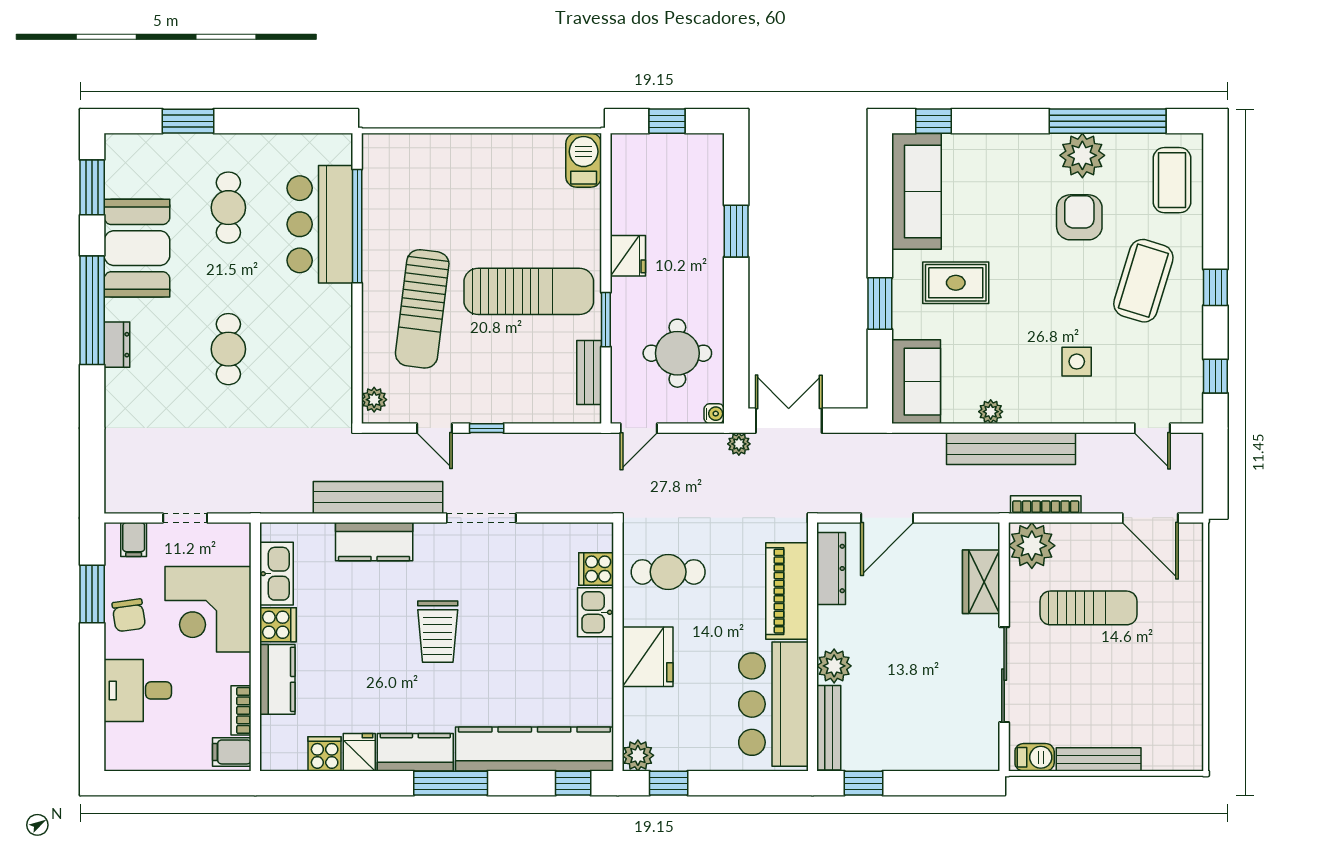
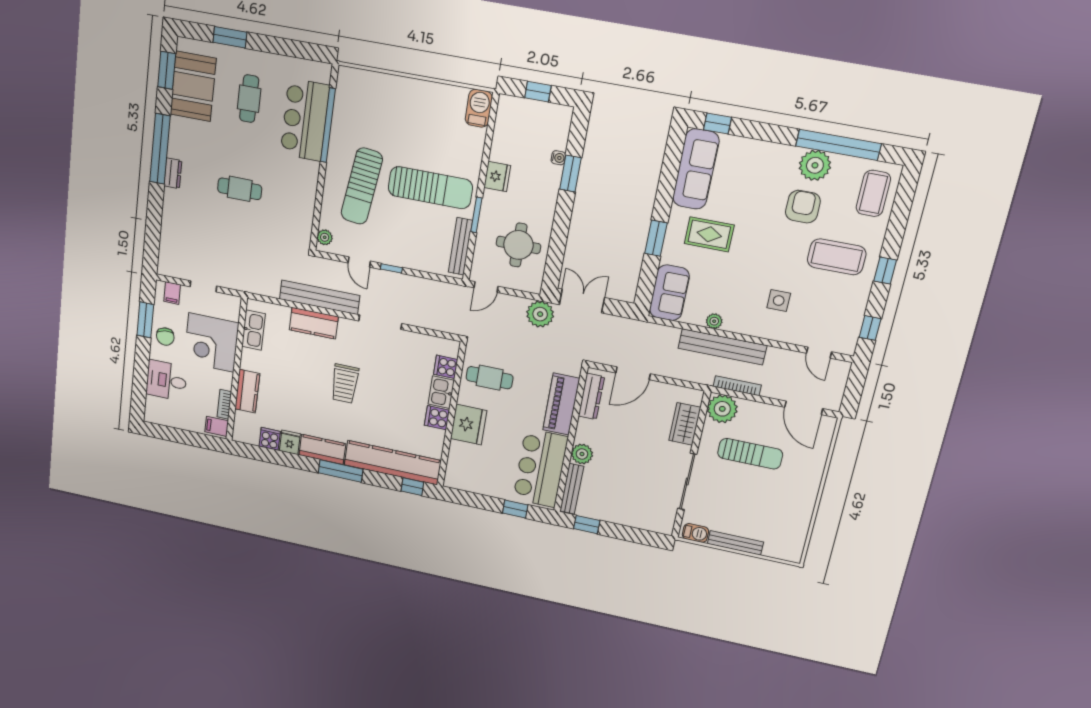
booth: (137, 248) -> (193, 86), moved
coffee table: (1143, 281) -> (837, 257), turned 73
cafe table: (228, 349) -> (240, 189), turned 90
bench: (589, 373) -> (460, 246), width x1.36
water cooler: (714, 414) -> (558, 158), moved
plant: (739, 444) -> (540, 314), width x1.88, depth x1.88
cooker: (278, 625) -> (437, 418), moved, turned 180
plant: (638, 755) -> (453, 480), removed
window: (669, 783) -> (515, 509), moved

